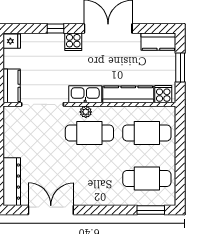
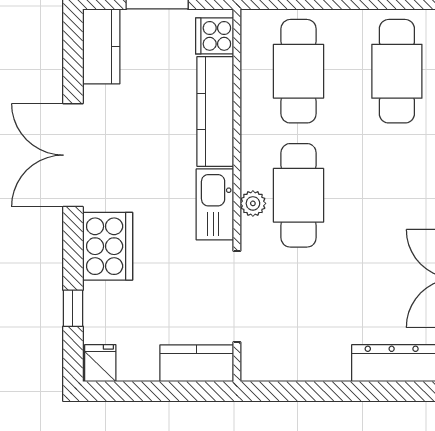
window: (55, 29) -> (73, 308), moved
cooker: (73, 42) -> (108, 246), width x1.87, depth x1.31

